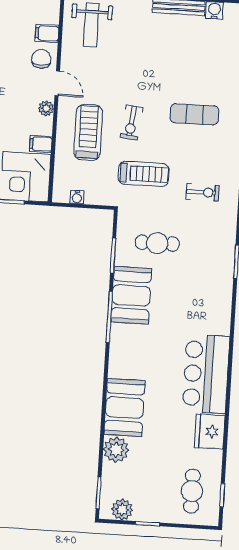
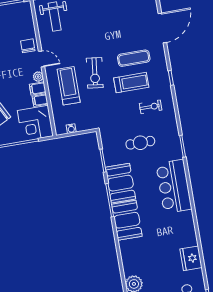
filing cabinet: (47, 33) -> (38, 88), moved
exercise bike: (131, 123) -> (95, 73), width x1.38, depth x1.39
treadmill: (144, 174) -> (131, 83), moved
cafe table: (157, 243) -> (140, 143), moved
bar counter: (206, 374) -> (174, 186), moved
booth: (124, 408) -> (127, 220), moved

